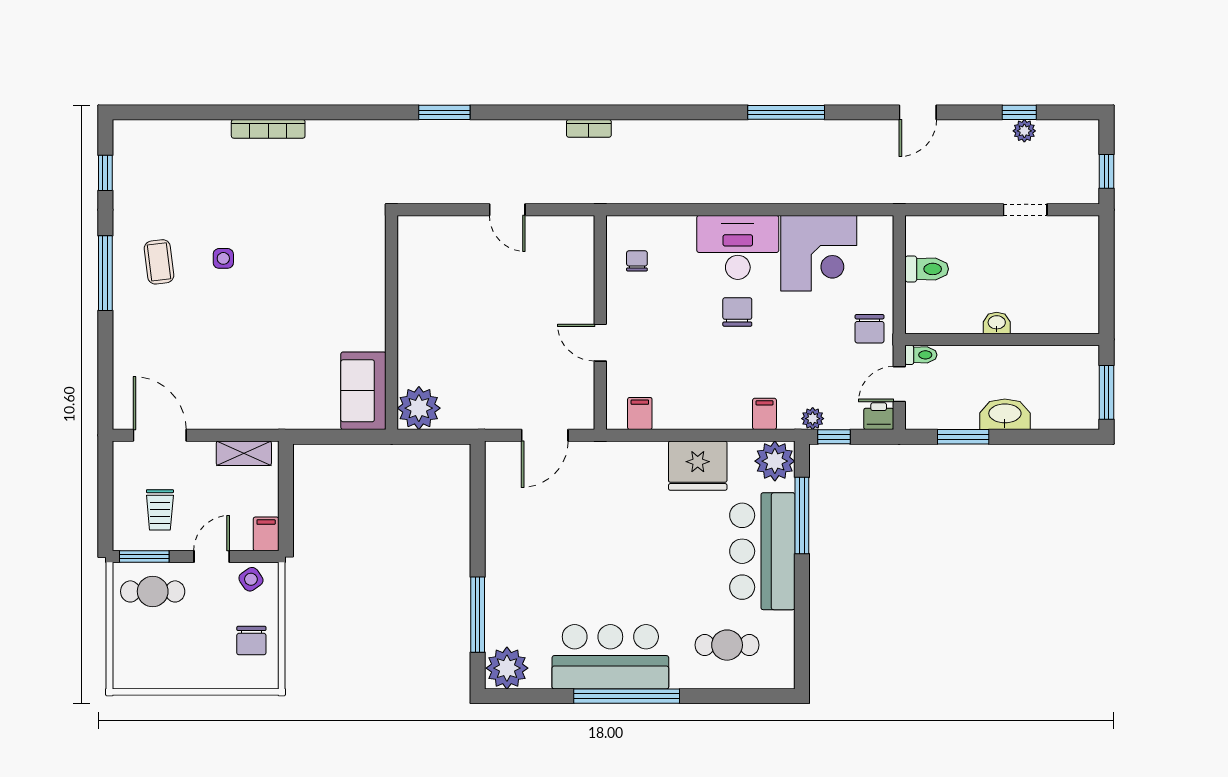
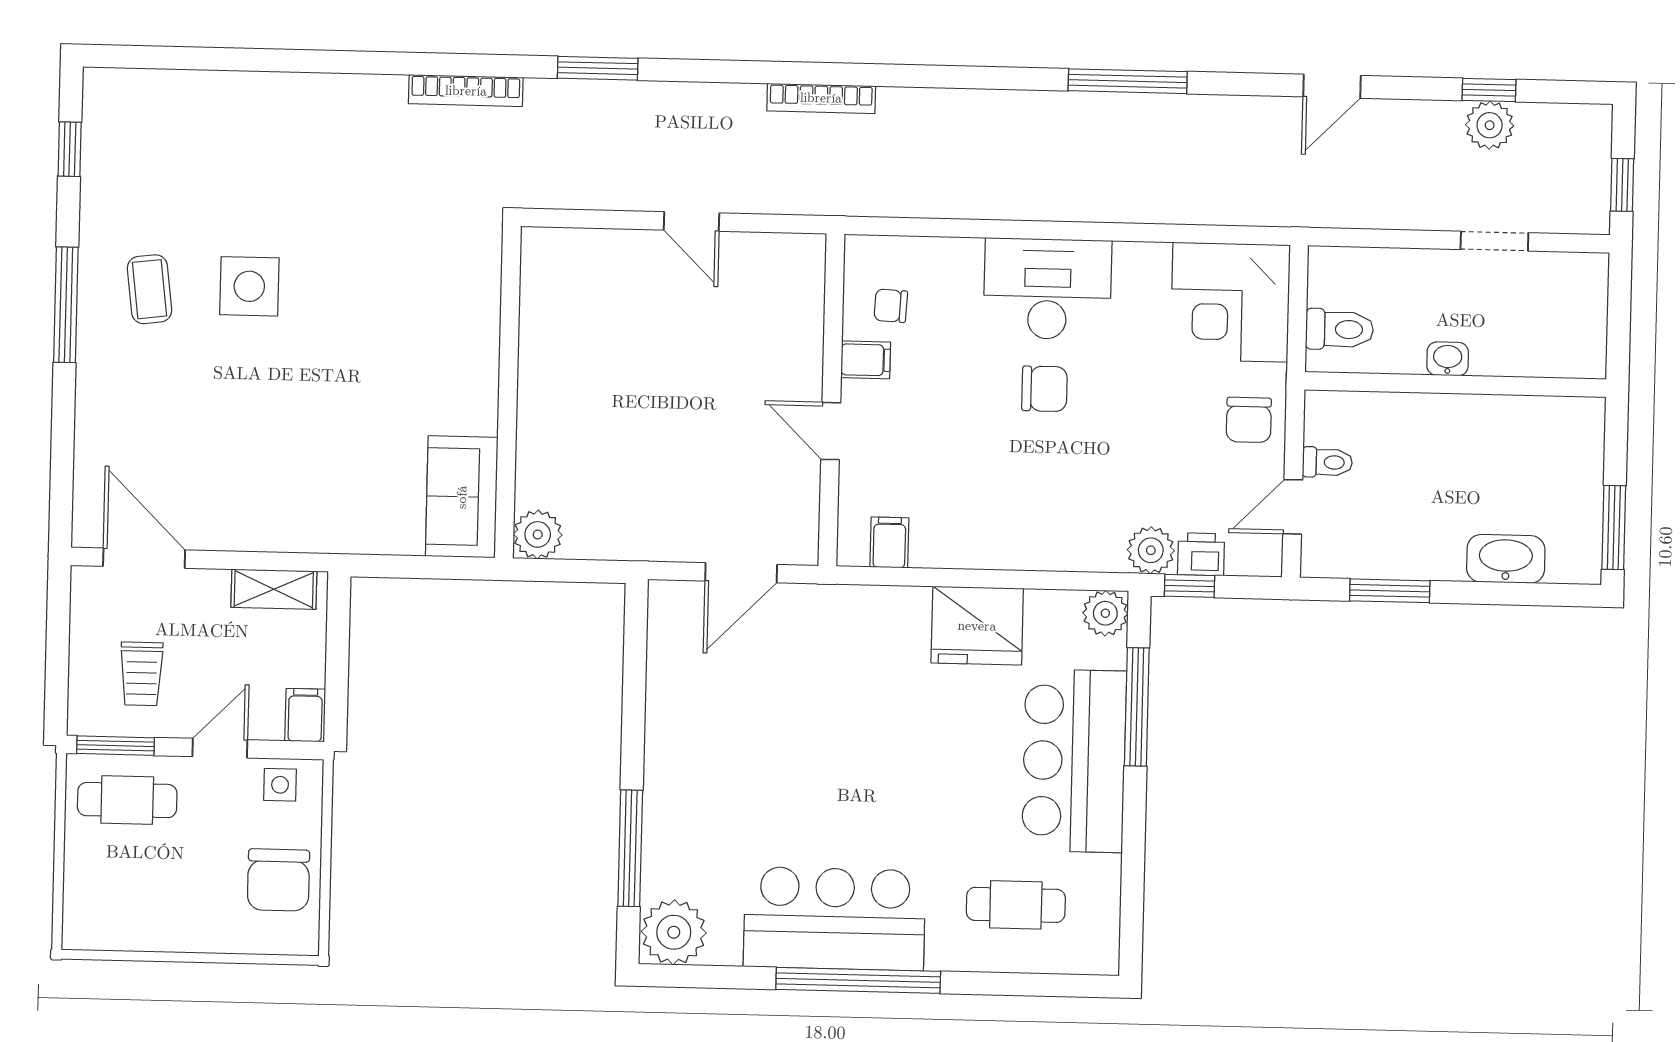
bookcase: (589, 128) -> (821, 98), width x1.56
bookcase: (268, 129) -> (466, 91), moved
plant: (1024, 131) -> (1490, 125), width x1.38, depth x1.38
corner desk: (819, 253) -> (1230, 302), moved, turned 90
side table: (223, 258) -> (249, 286), width x1.87, depth x1.87
chair: (637, 261) -> (891, 306), turned -87
chair: (737, 312) -> (1044, 389), turned 90
washbasin: (997, 323) -> (1448, 359), moved
wall: (1002, 339) -> (1455, 385), moved
plant: (419, 408) -> (538, 534), width x0.73, depth x0.73
filing cabinet: (764, 414) -> (866, 360), moved, turned 90
washbasin: (1005, 414) -> (1506, 559), moved
printer: (879, 416) -> (1201, 554), moved
plant: (813, 419) -> (1151, 550), width x1.38, depth x1.38
plant: (775, 461) -> (1105, 613), width x0.73, depth x0.73
side table: (251, 579) -> (280, 785), turned 35
chair: (251, 641) -> (278, 880), width x1.37, depth x1.37

